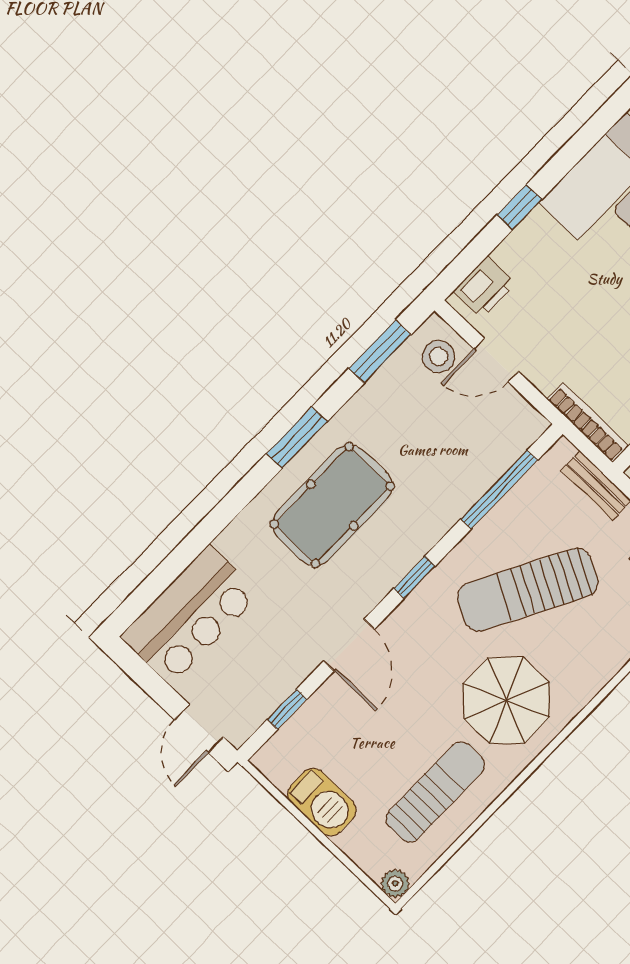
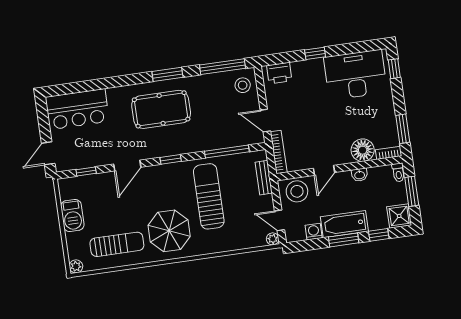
window: (380, 352) -> (223, 67), width x1.44
door: (496, 360) -> (265, 121), moved
sun lounger: (528, 590) -> (209, 196), turned 62

